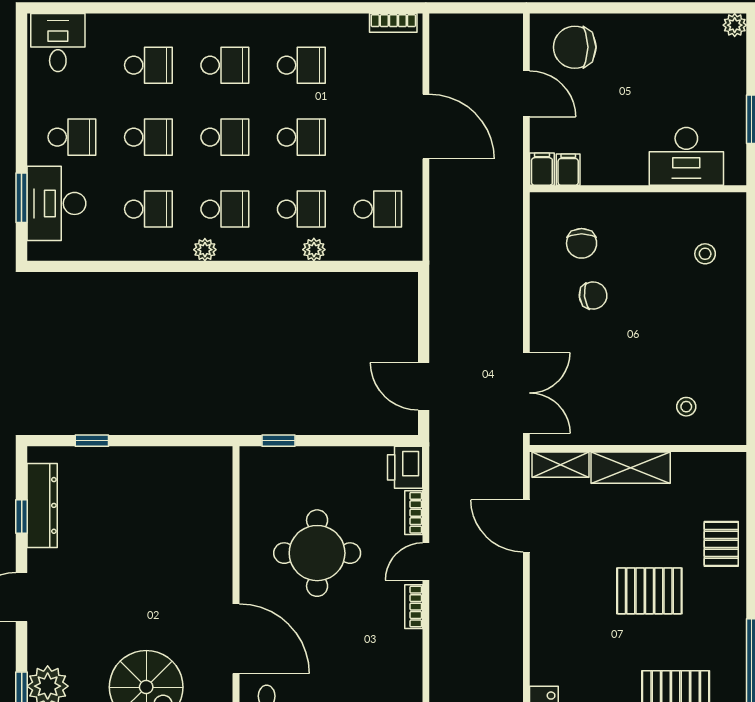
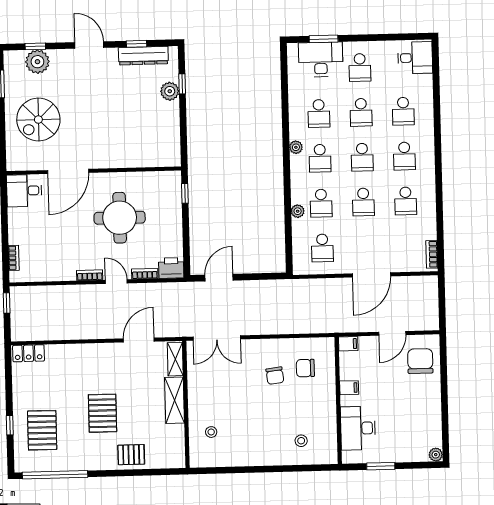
filing cabinet: (568, 170) -> (349, 388), moved
plant: (104, 462) -> (170, 91), added

